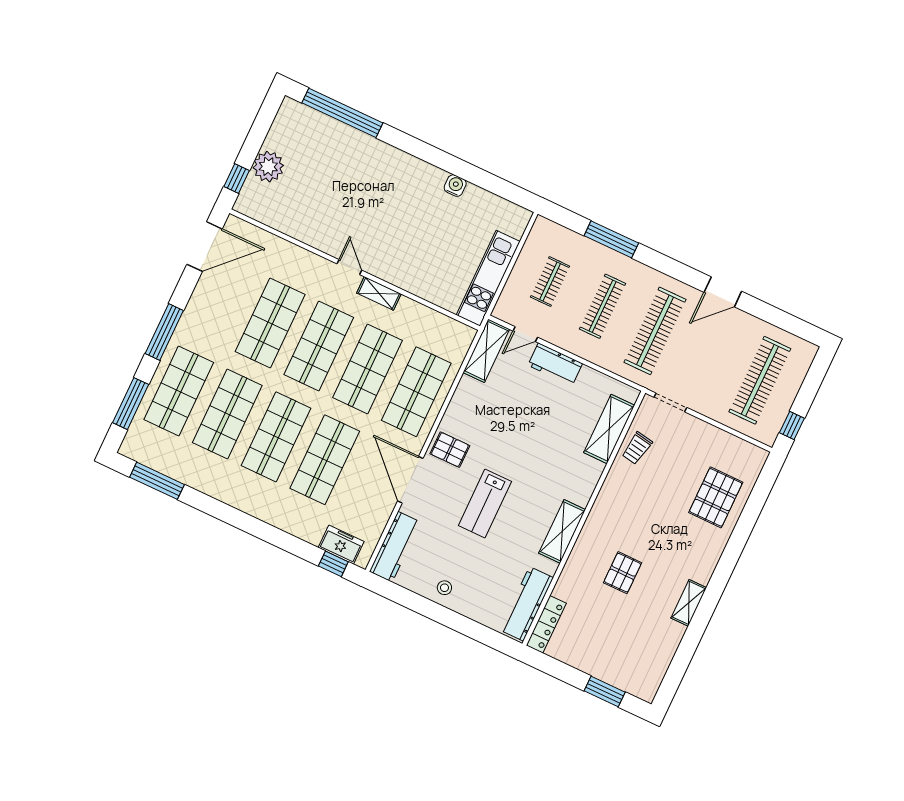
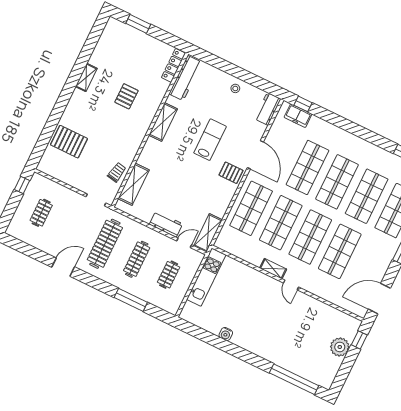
clothes rail: (760, 380) -> (41, 213), width x0.54, depth x0.76
pallet: (716, 497) -> (69, 142), turned 90
workbench: (395, 547) -> (268, 109), width x0.73

